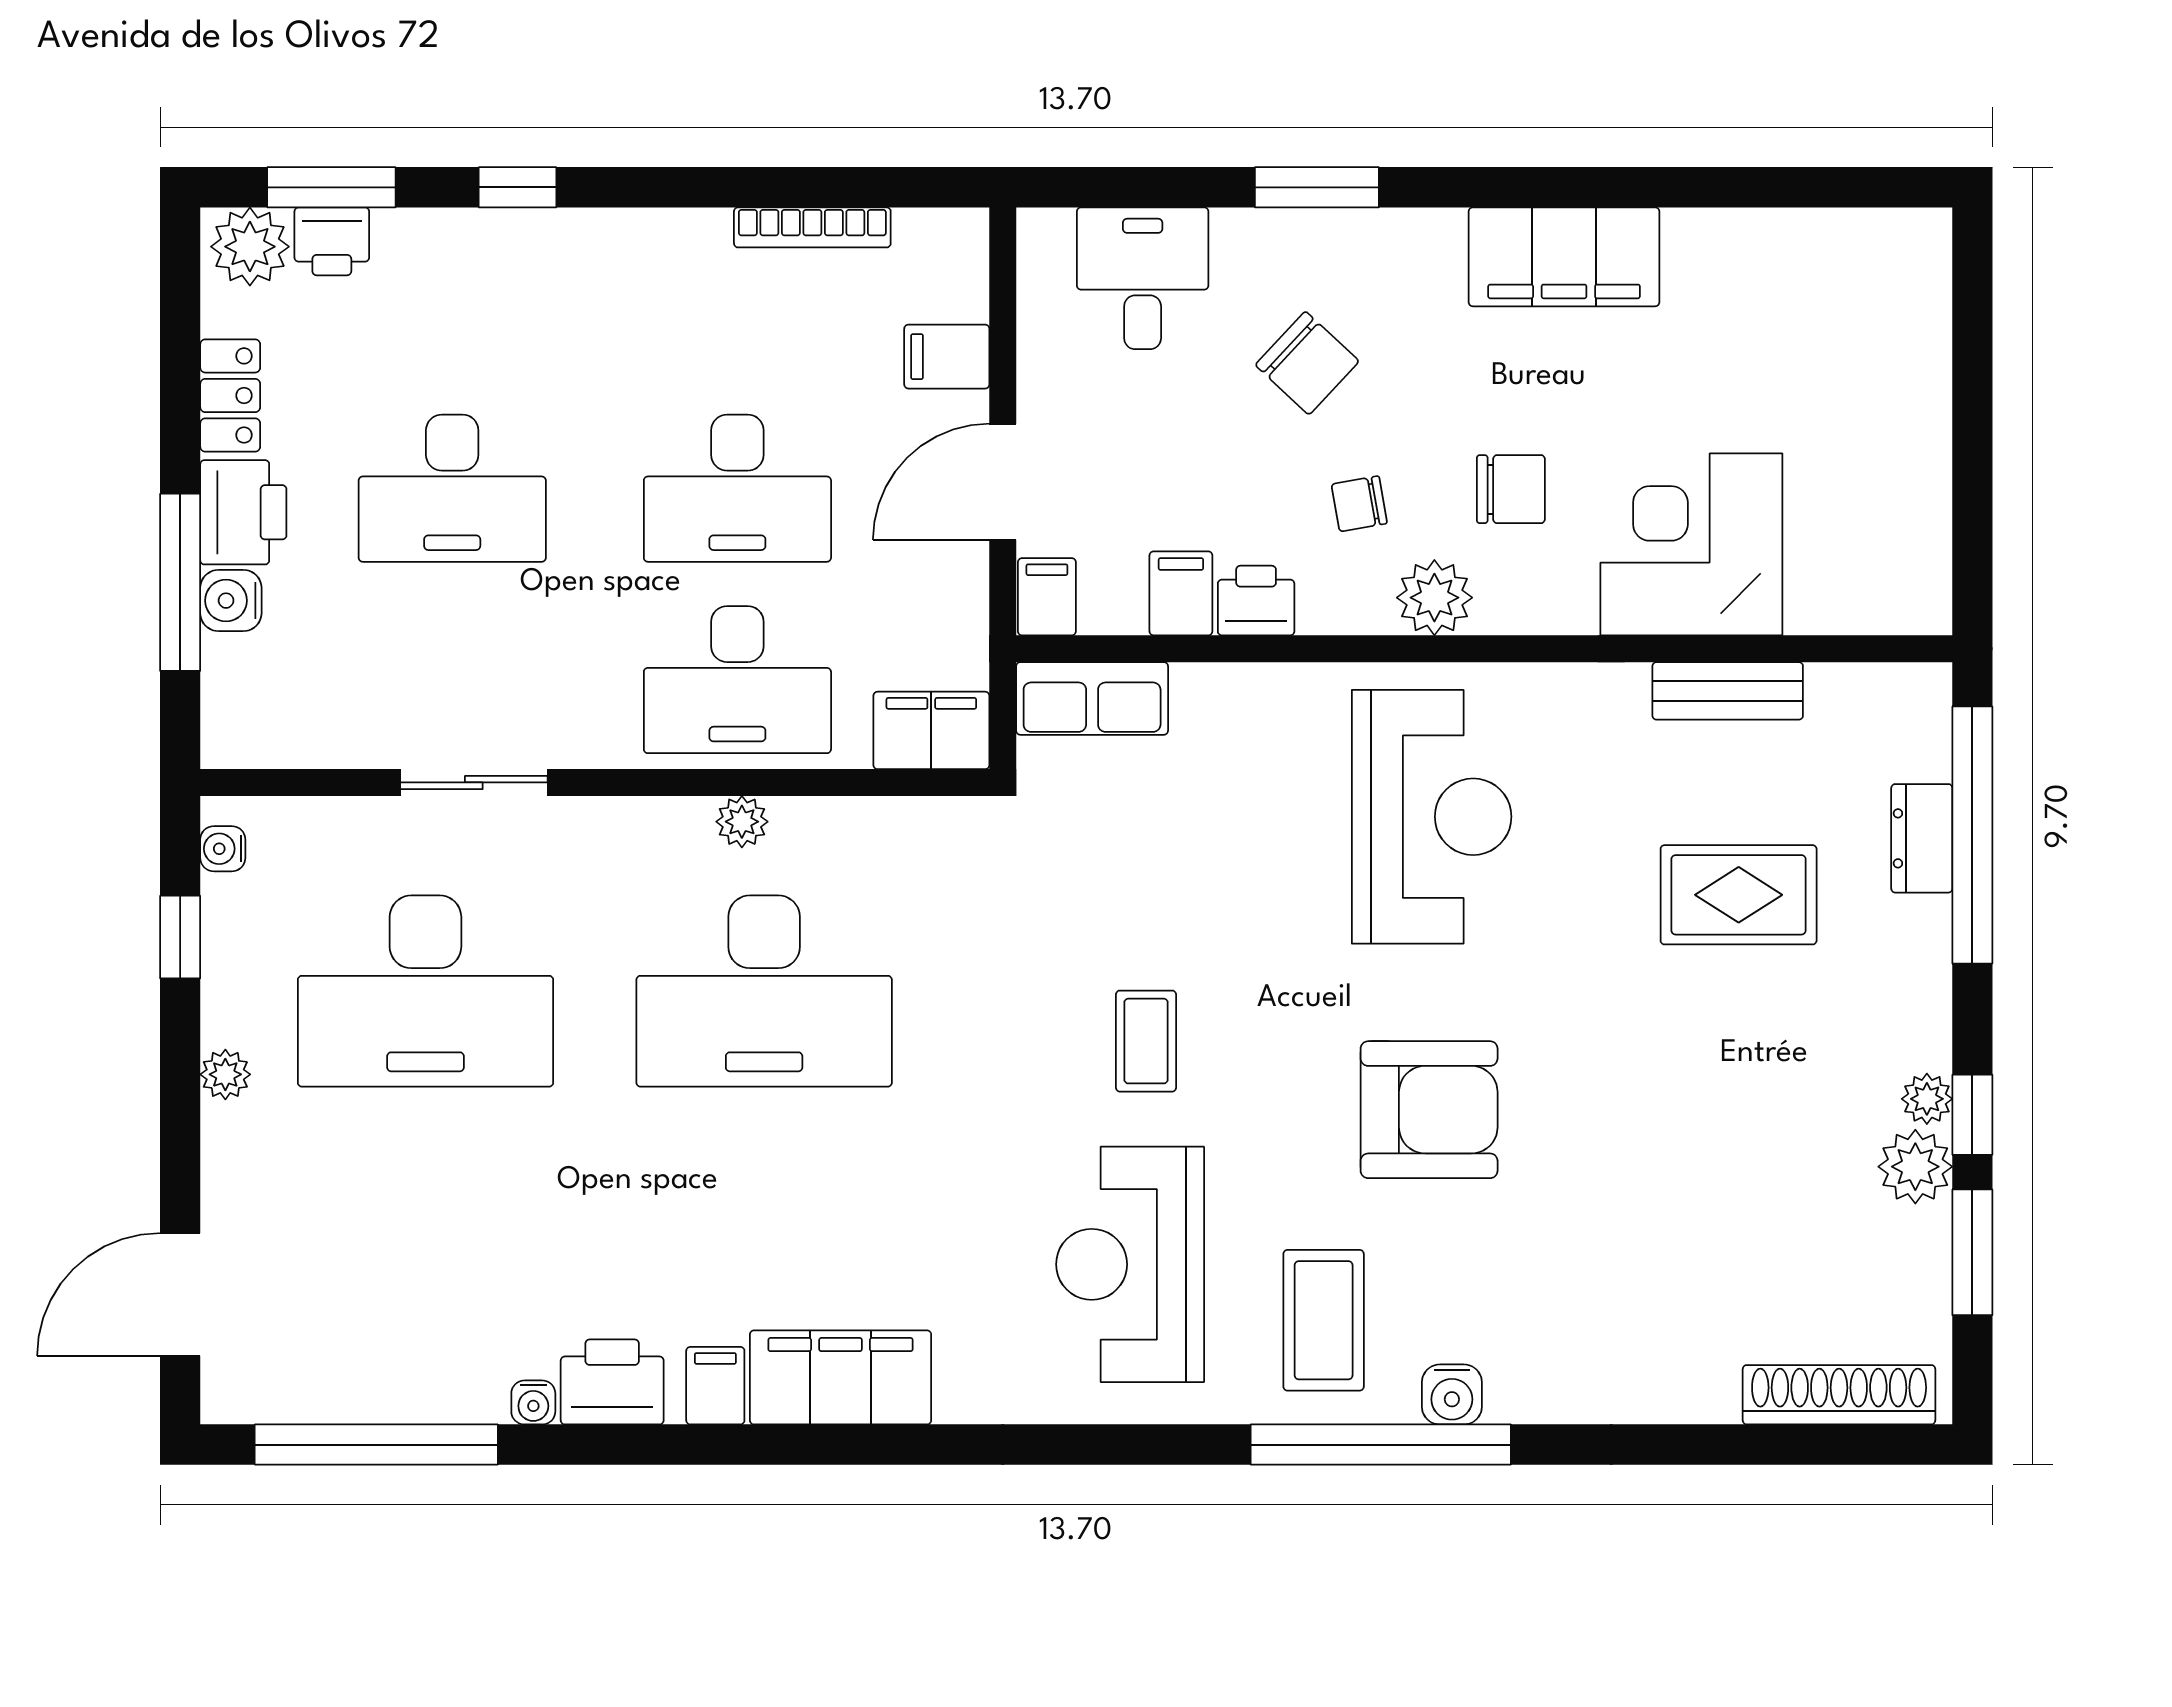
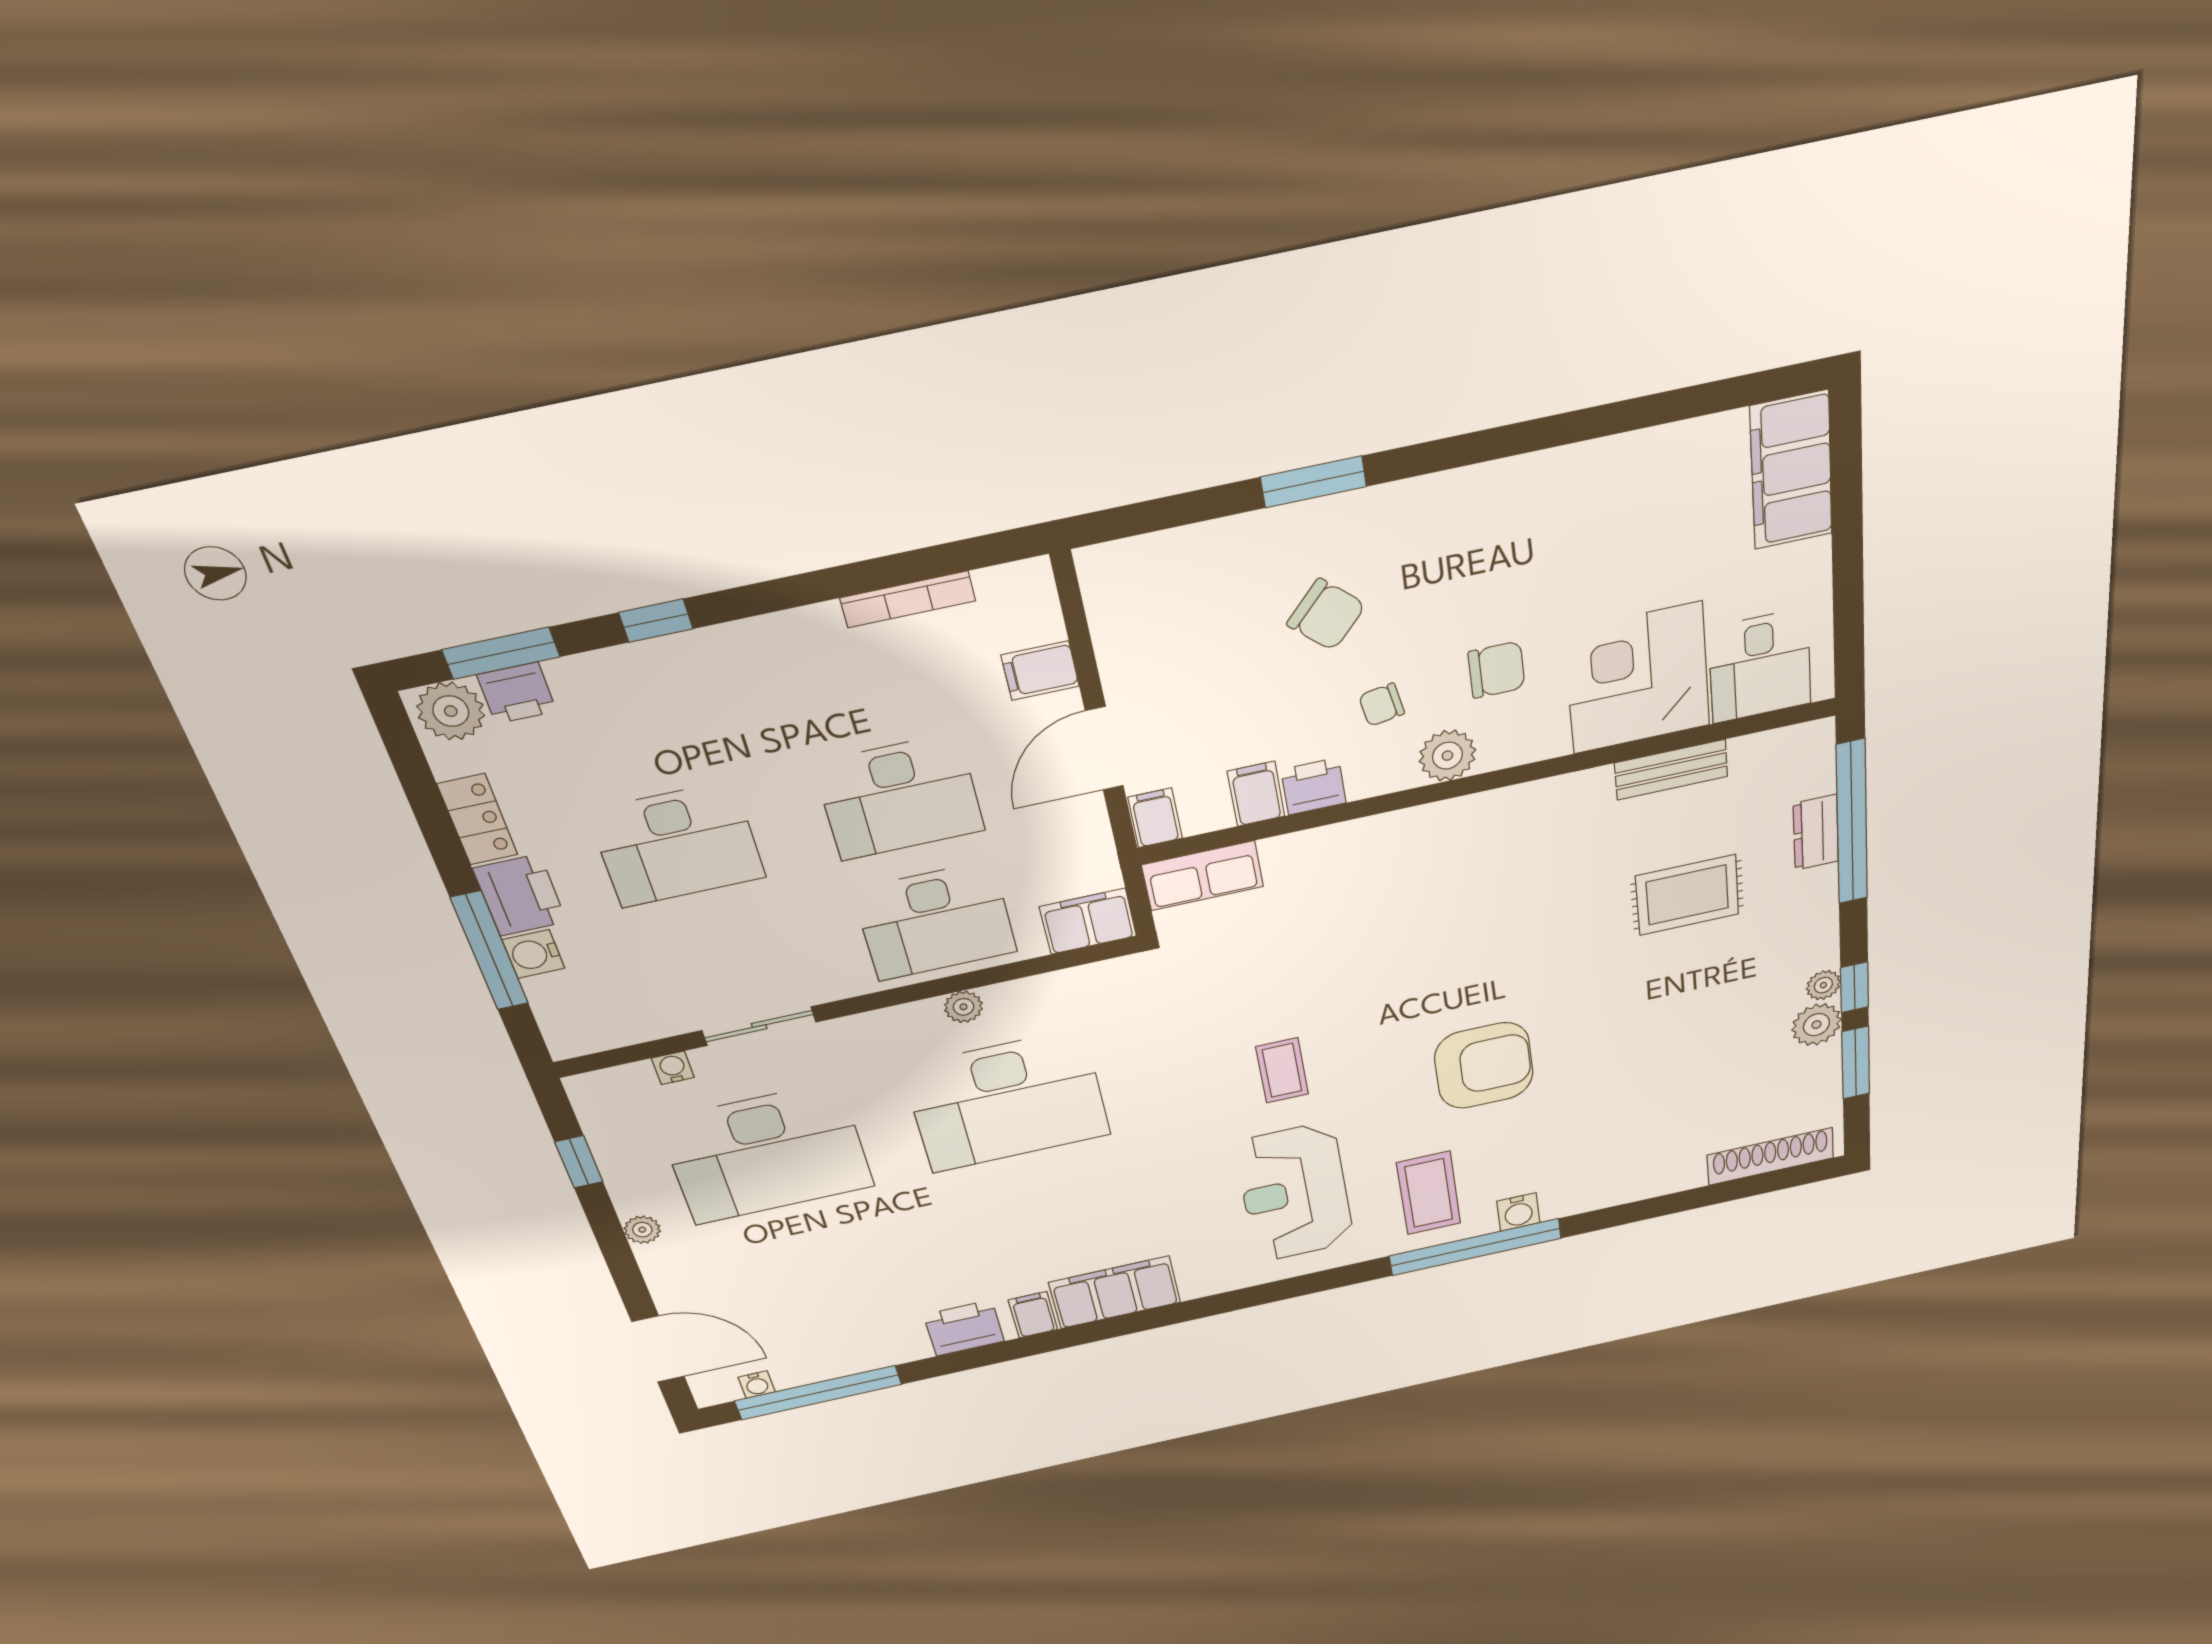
filing cabinet: (1564, 257) -> (1791, 471), moved, turned 90
desk: (1143, 278) -> (1760, 666), moved, turned 180
reception desk: (1432, 817) -> (1463, 895), removed
water cooler: (223, 849) -> (673, 1068), moved, turned 90
door: (180, 1294) -> (658, 1349), swing flipped
water cooler: (533, 1402) -> (757, 1385), moved

